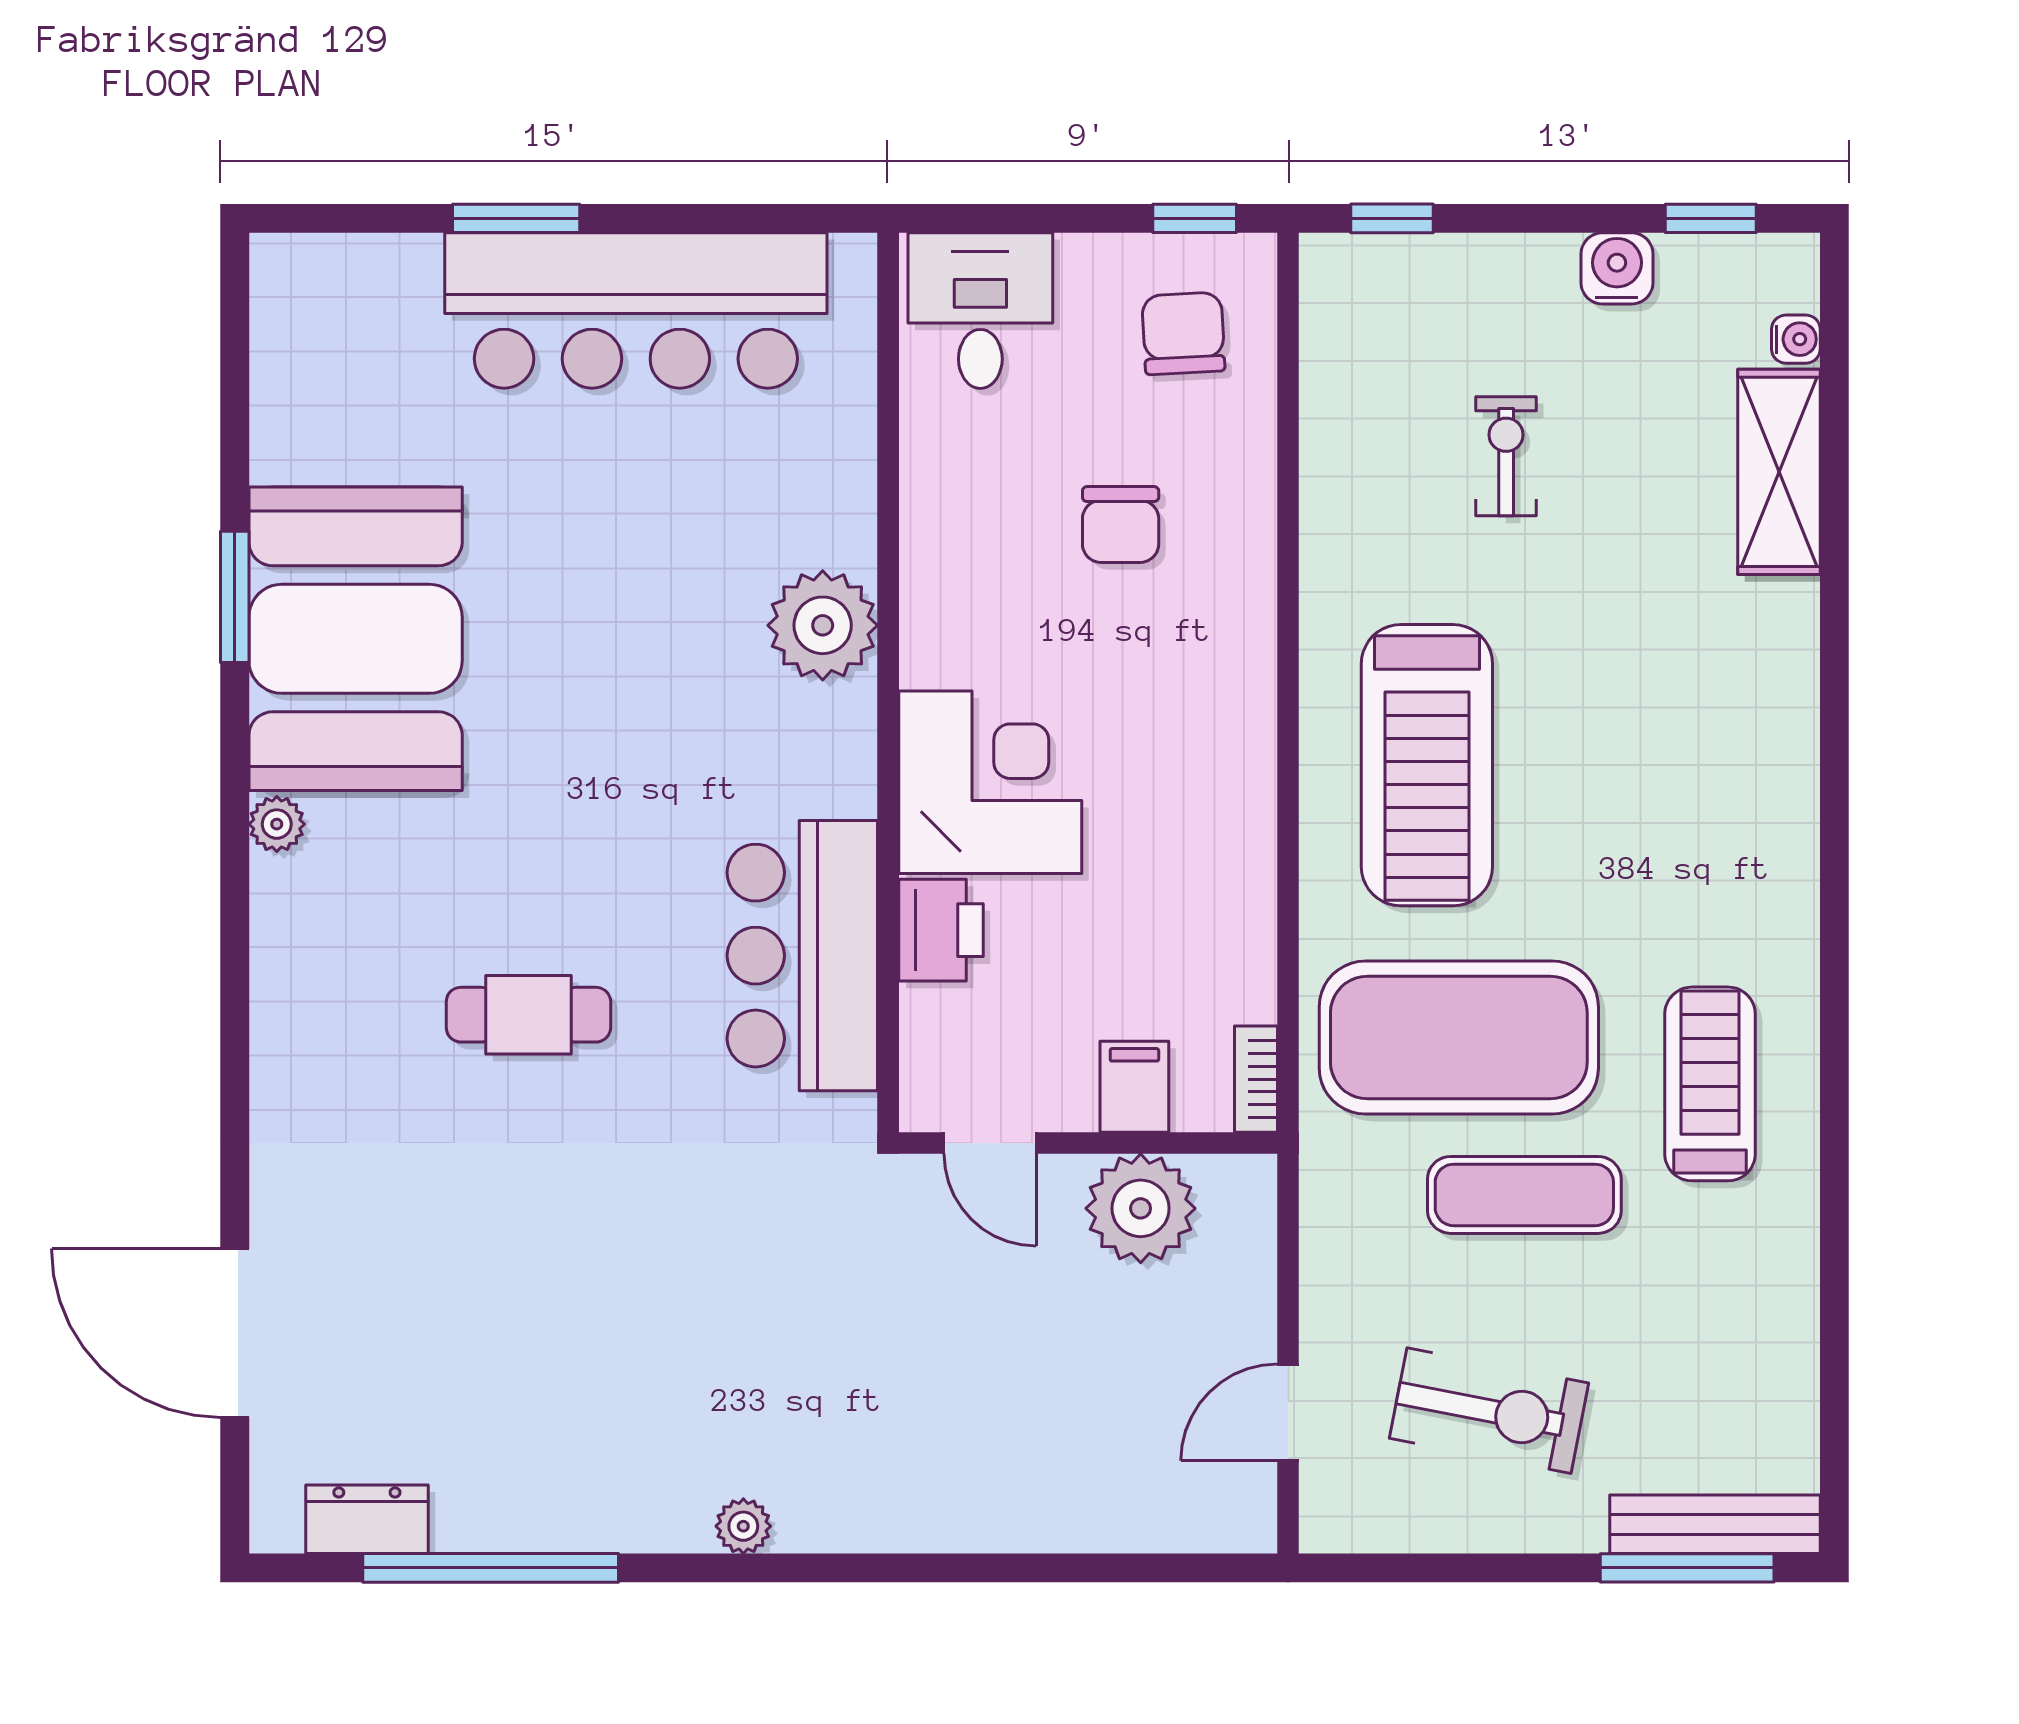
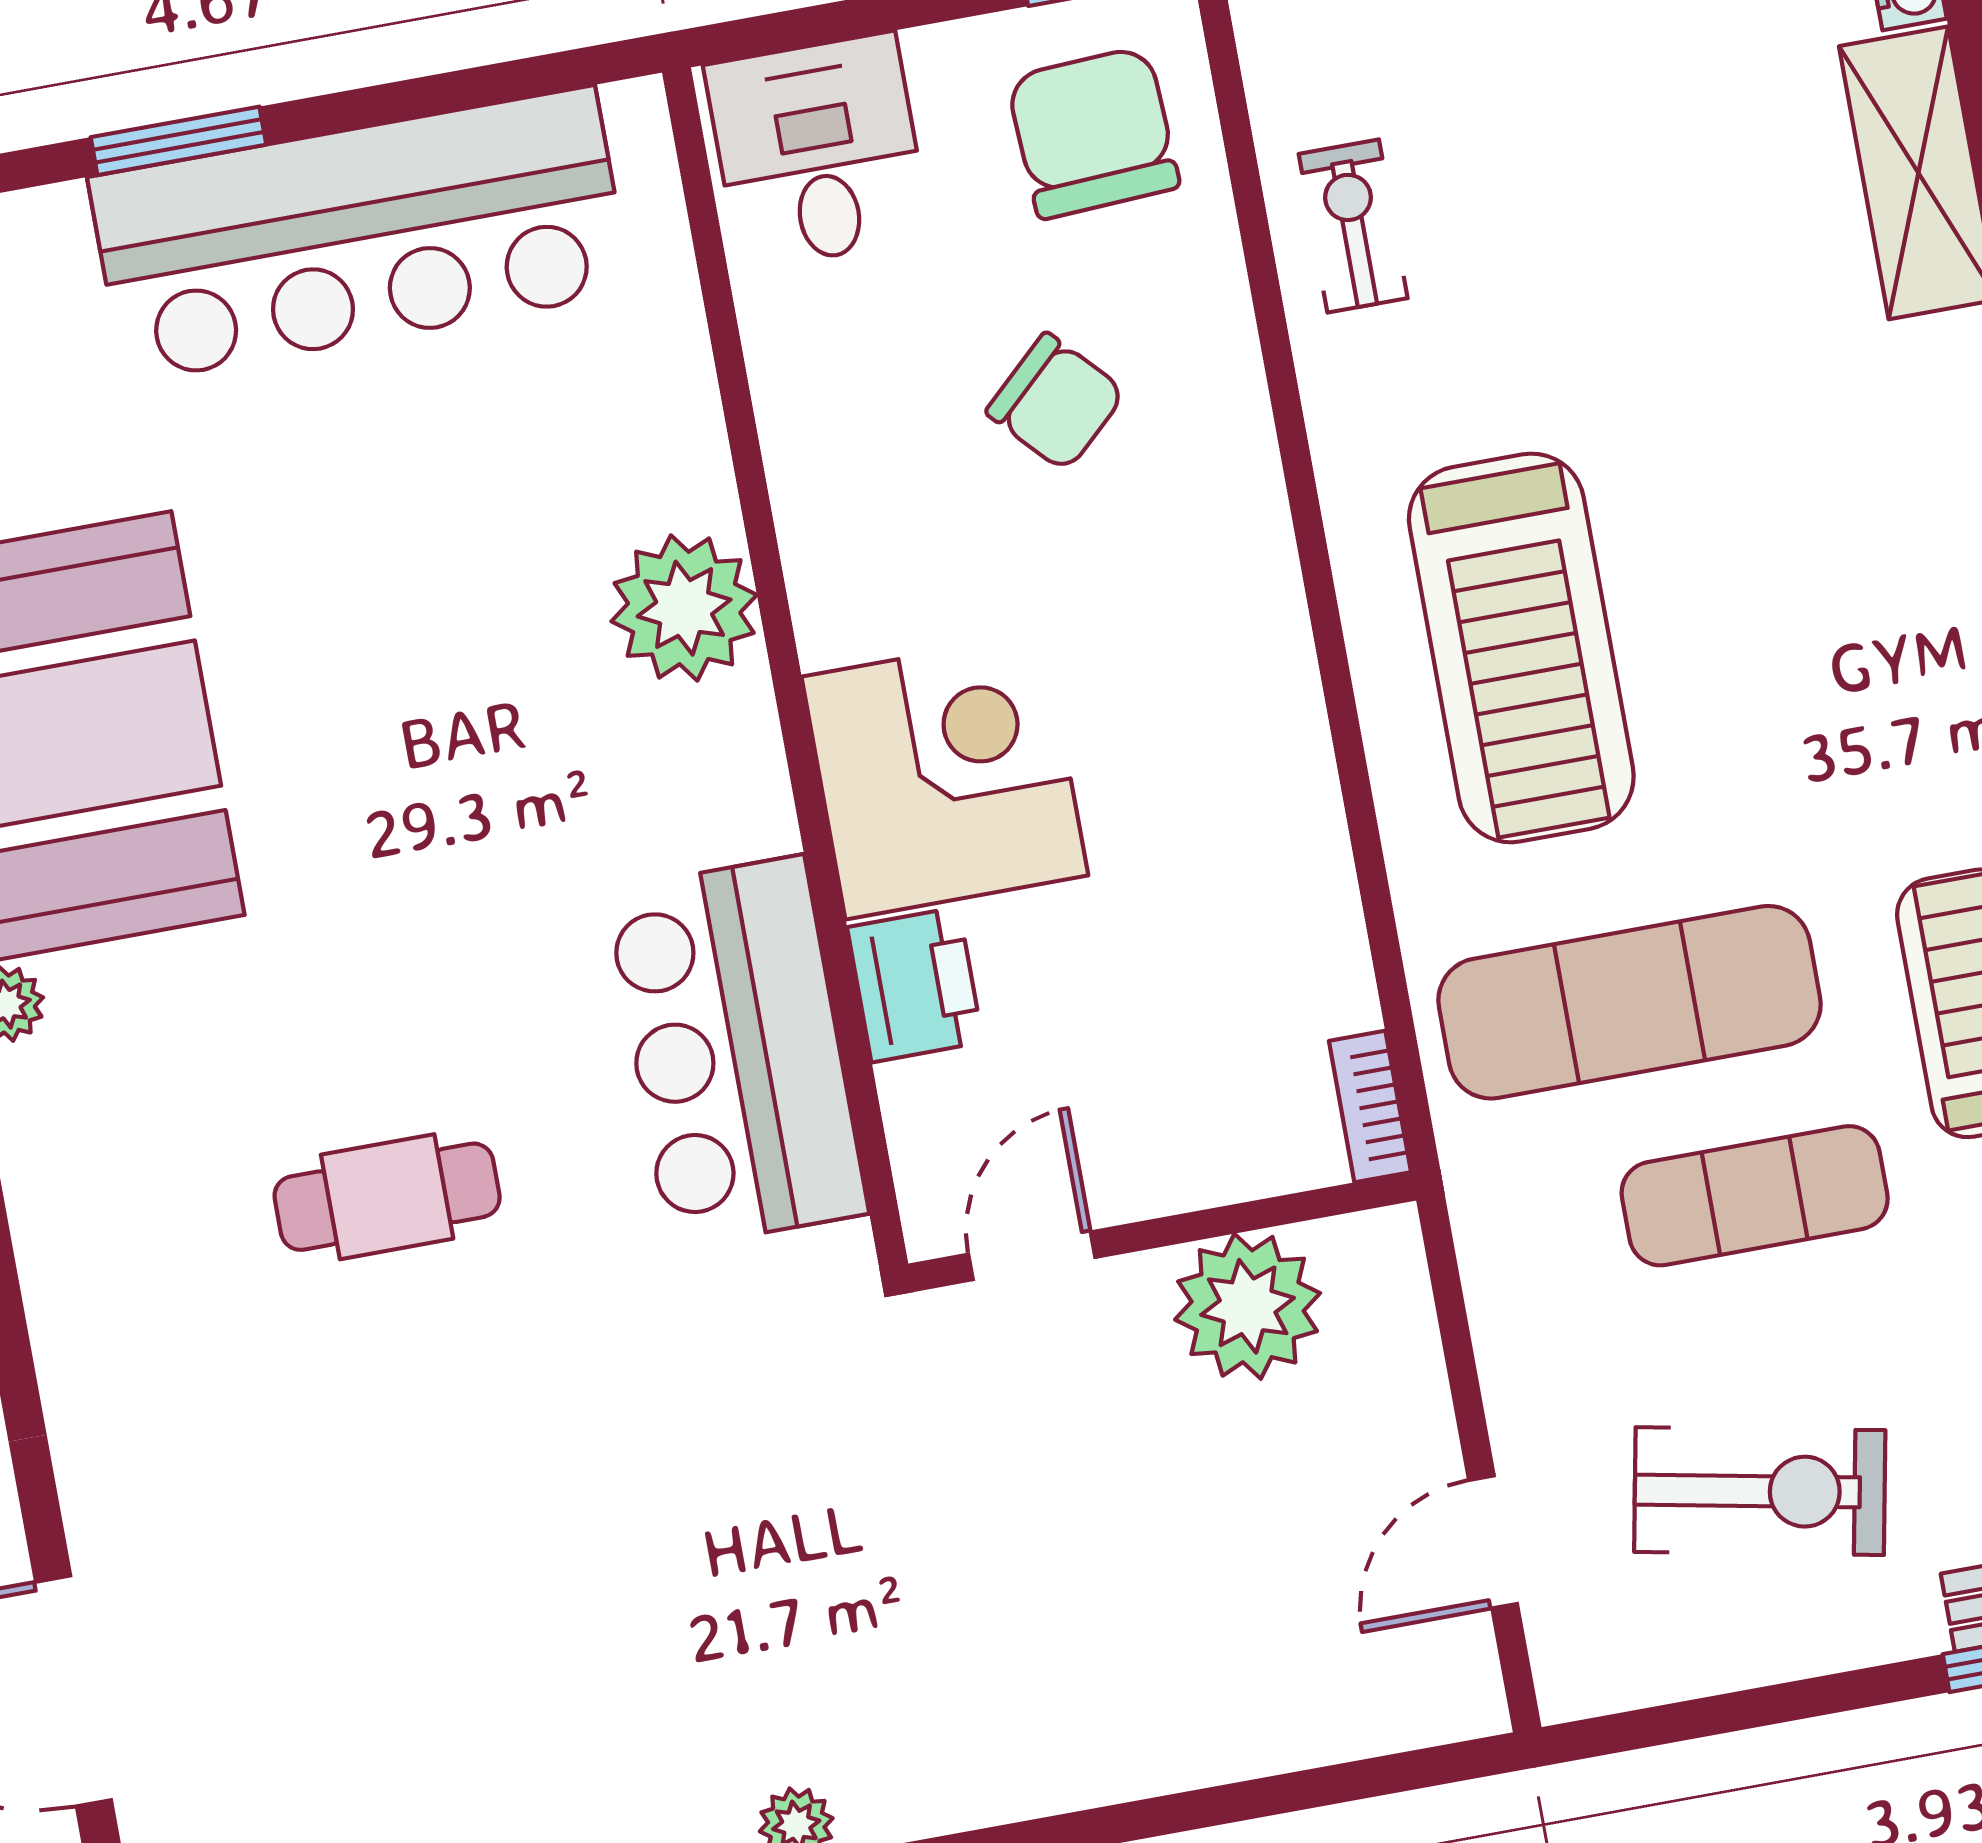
chair: (1183, 333) -> (1093, 133), width x1.37, depth x1.37
exercise bike: (1506, 456) -> (1353, 226), moved
chair: (1121, 525) -> (1056, 402), turned -43
exercise mat: (1459, 1037) -> (1629, 1002), width x0.68
filing cabinet: (1134, 1087) -> (1210, 1146), removed
door: (990, 1143) -> (1032, 1256), swing flipped

